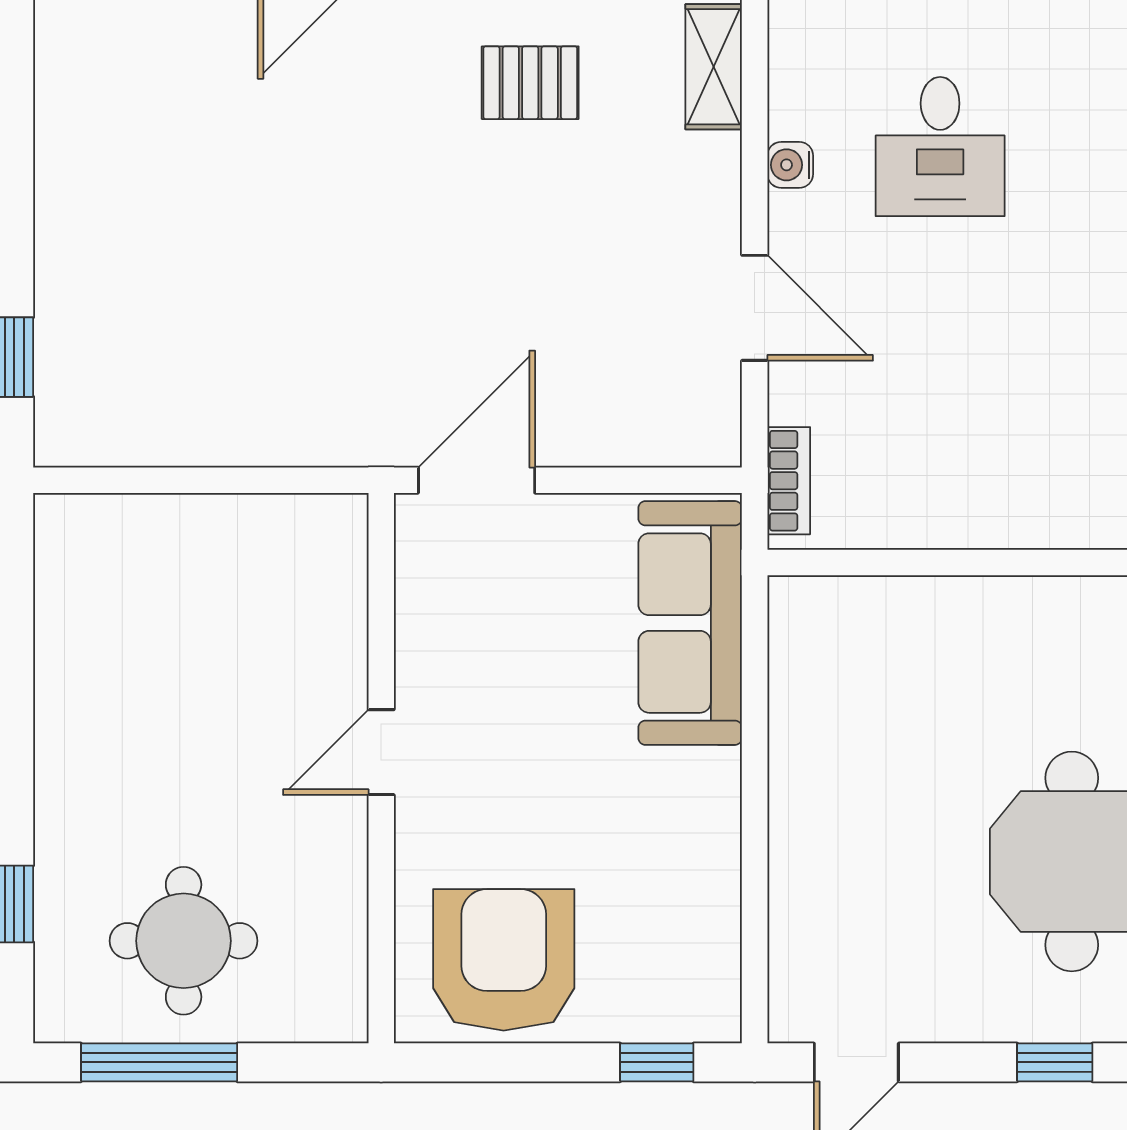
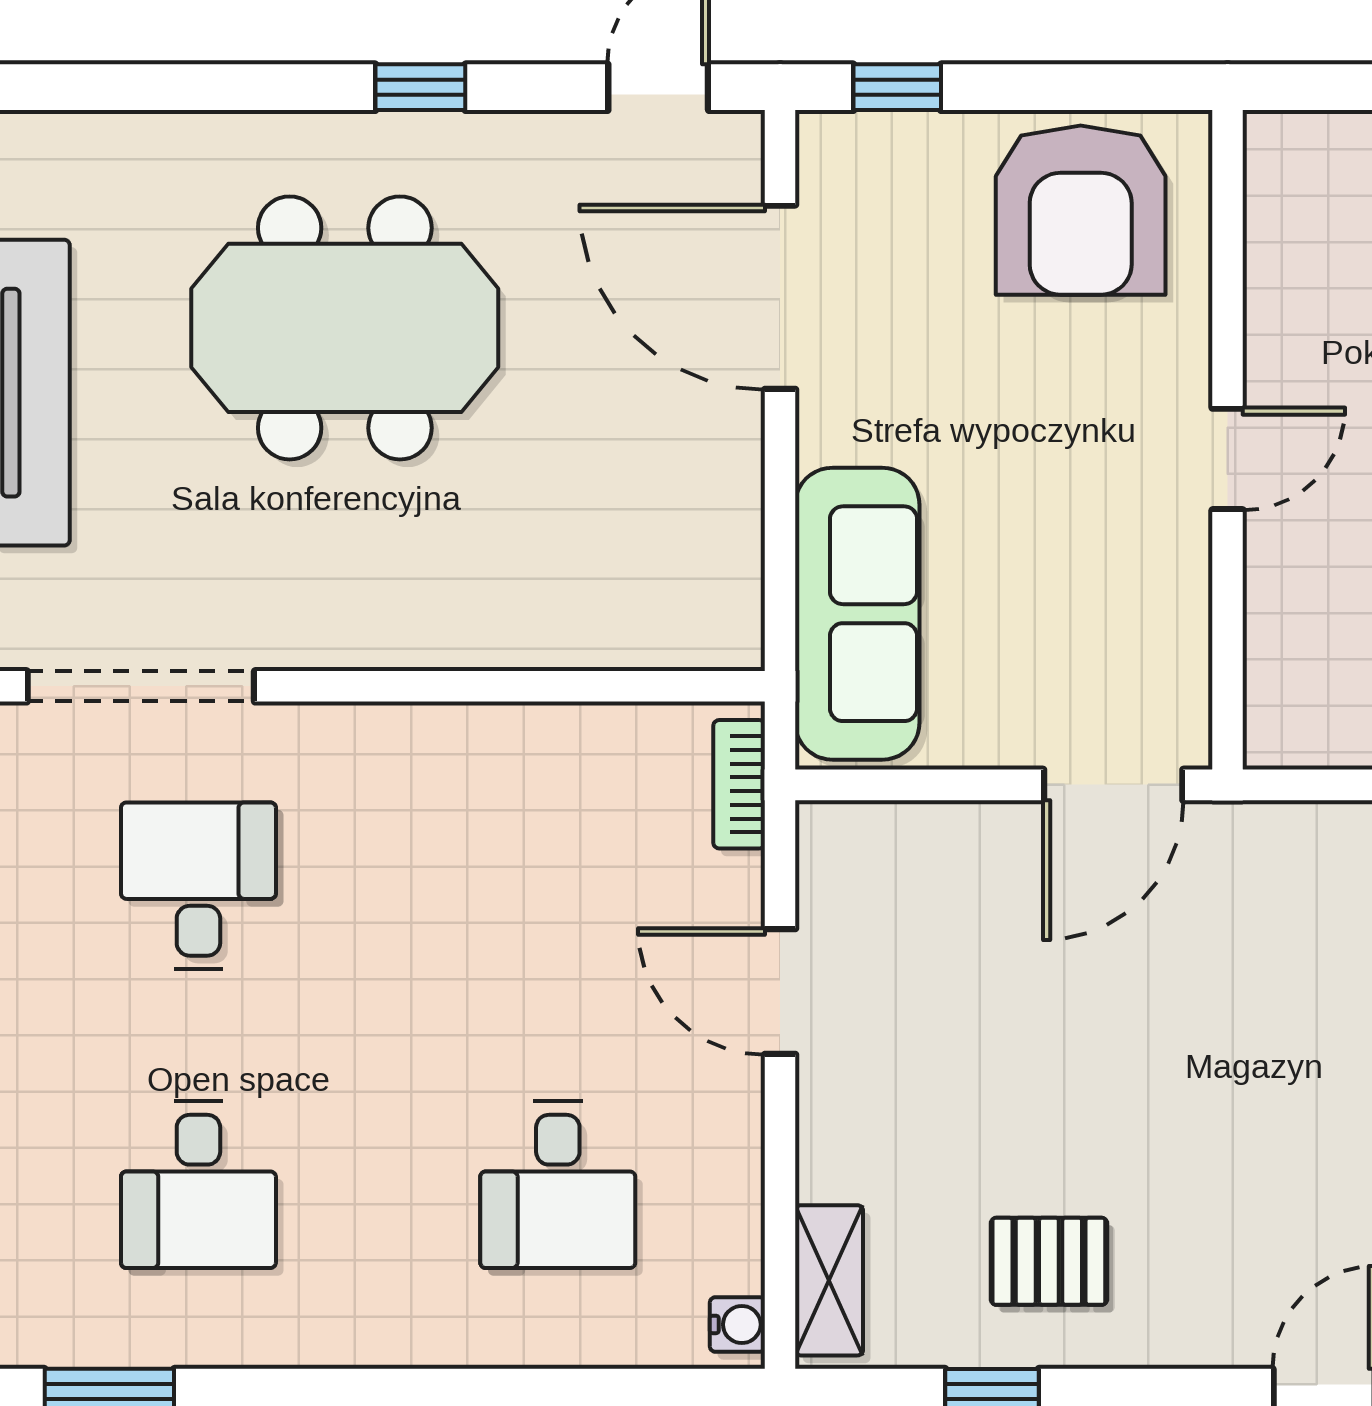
desk: (940, 147) -> (558, 1185), turned 180
water cooler: (790, 165) -> (737, 1324), moved
door: (755, 887) -> (780, 297), added

